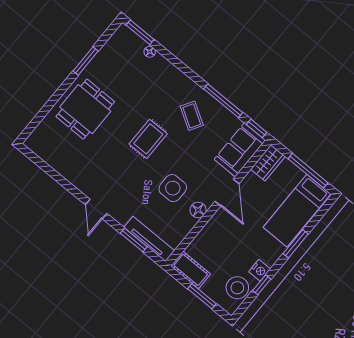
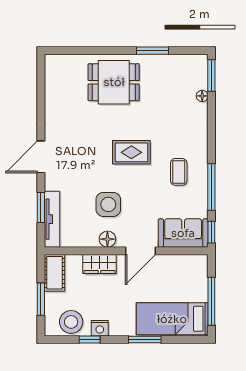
coffee table: (192, 116) -> (179, 172), turned -31
wardrobe: (268, 163) -> (99, 264), moved
door: (96, 209) -> (41, 157), width x1.38

